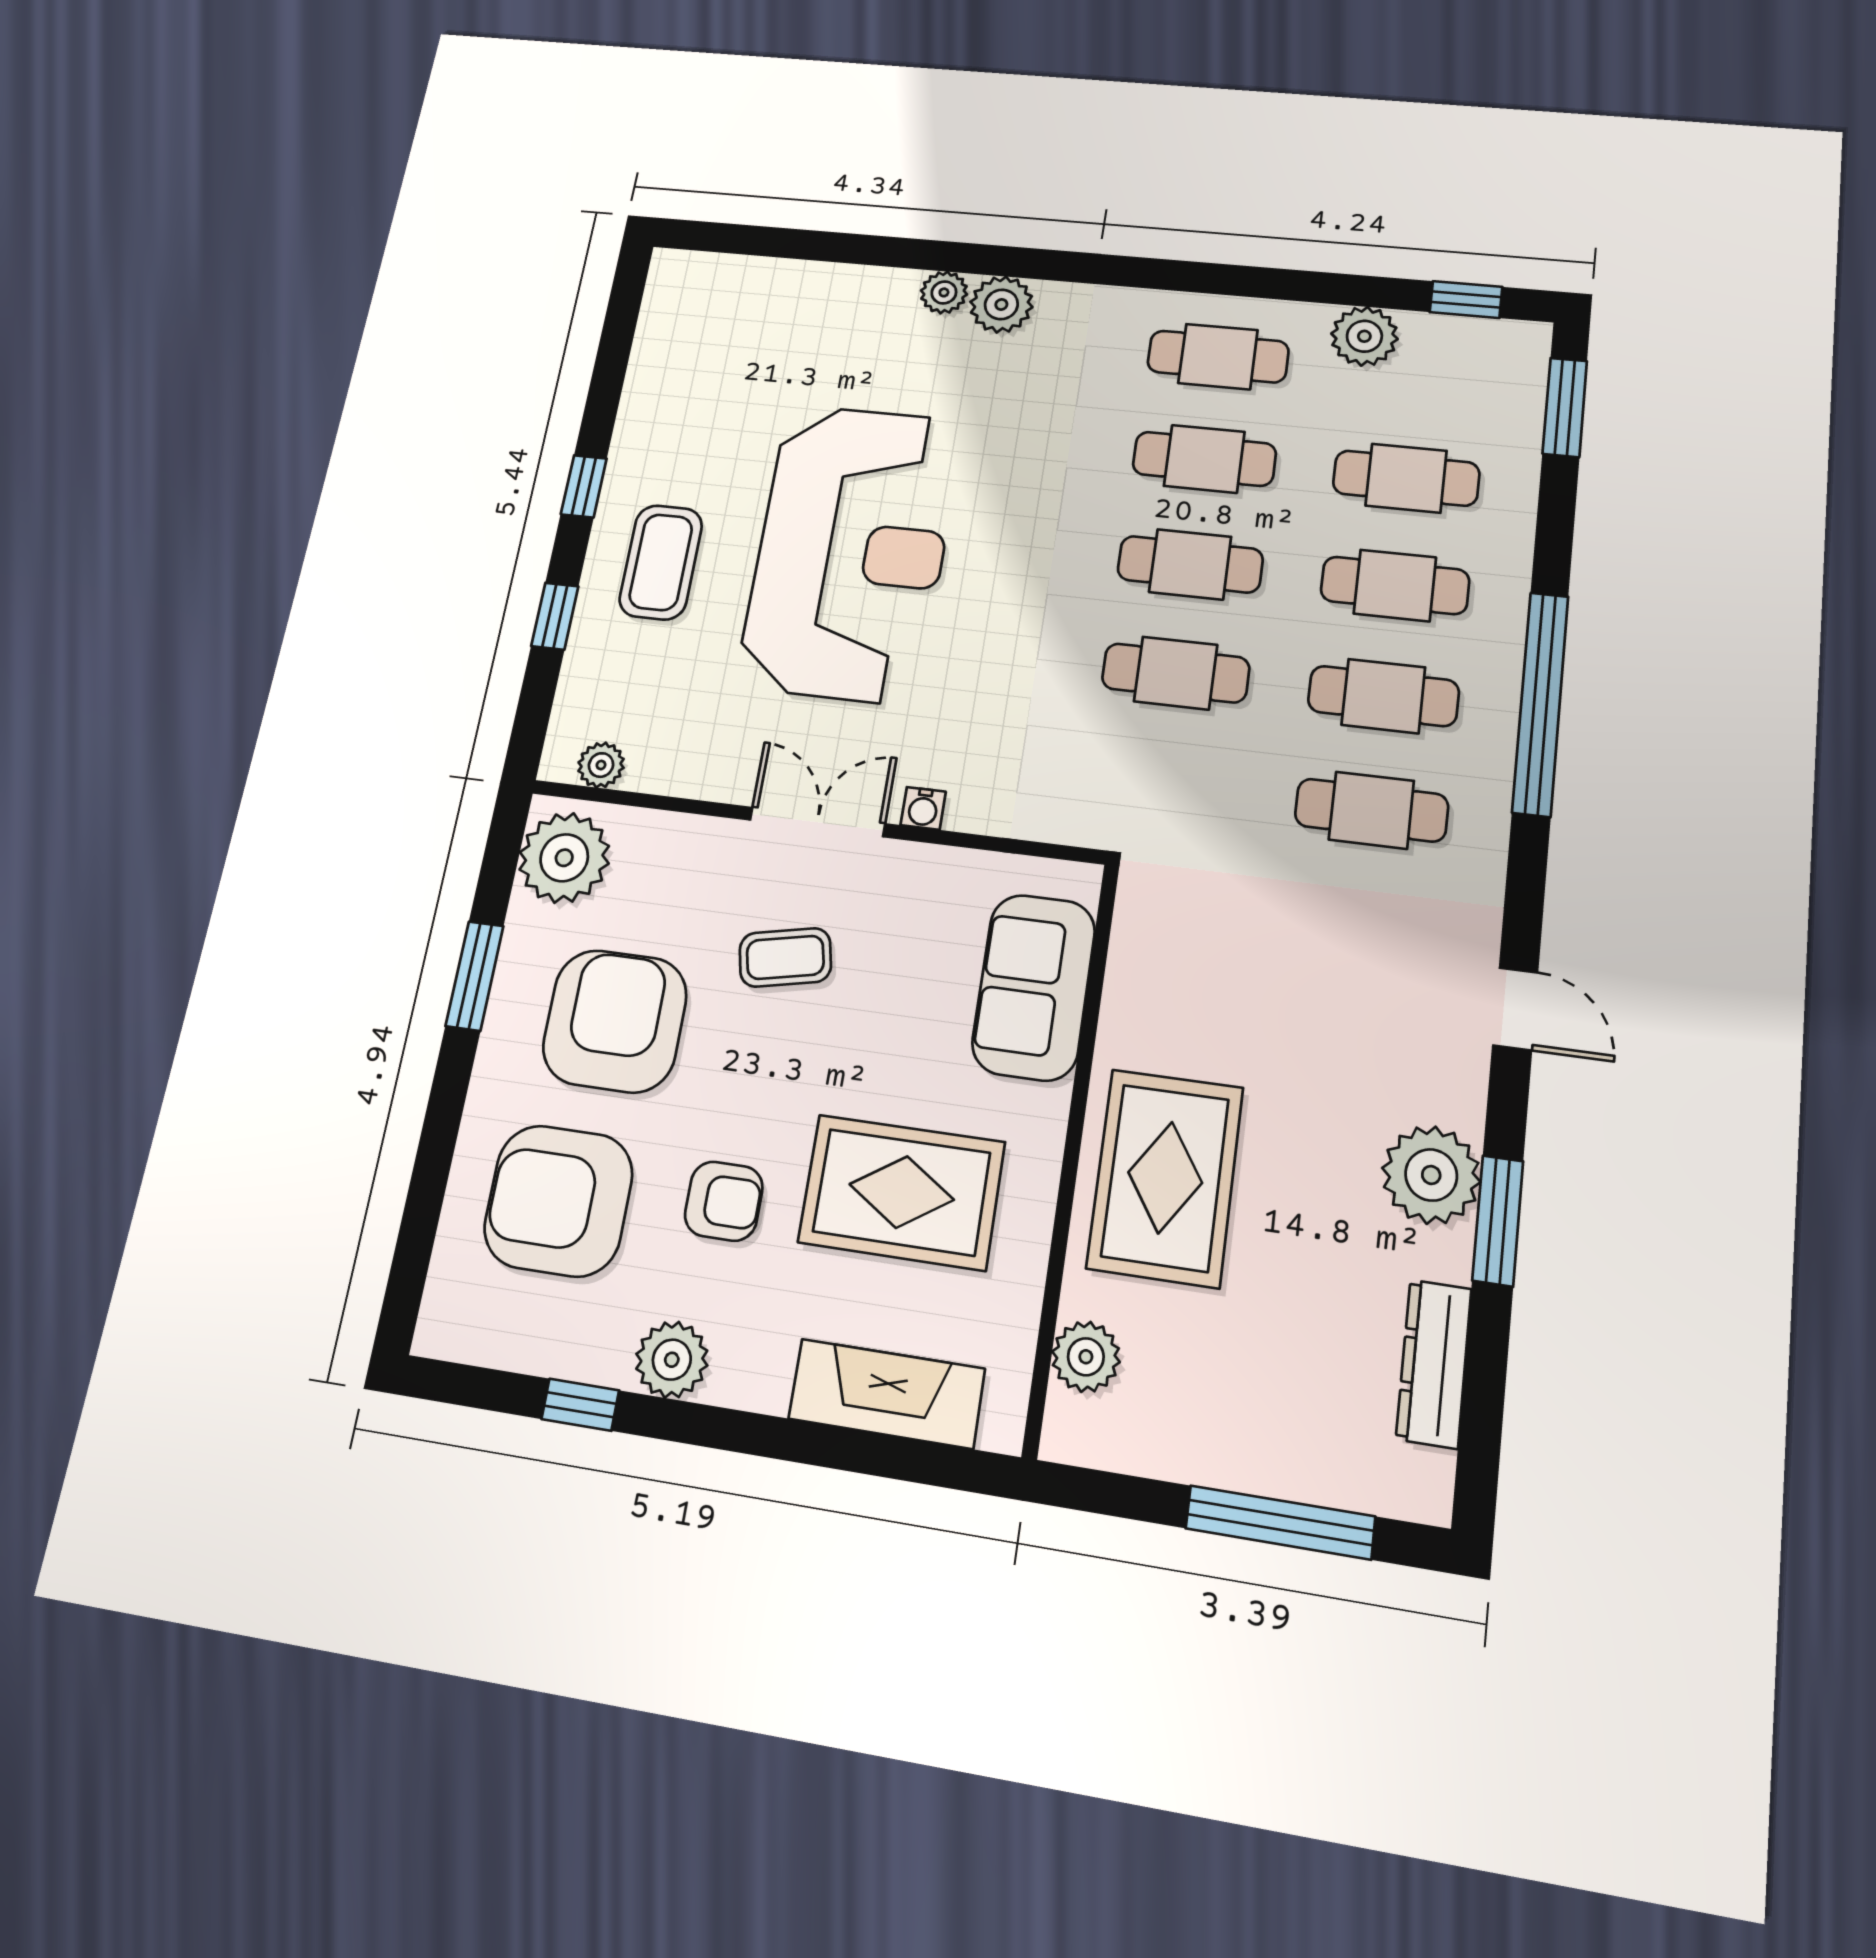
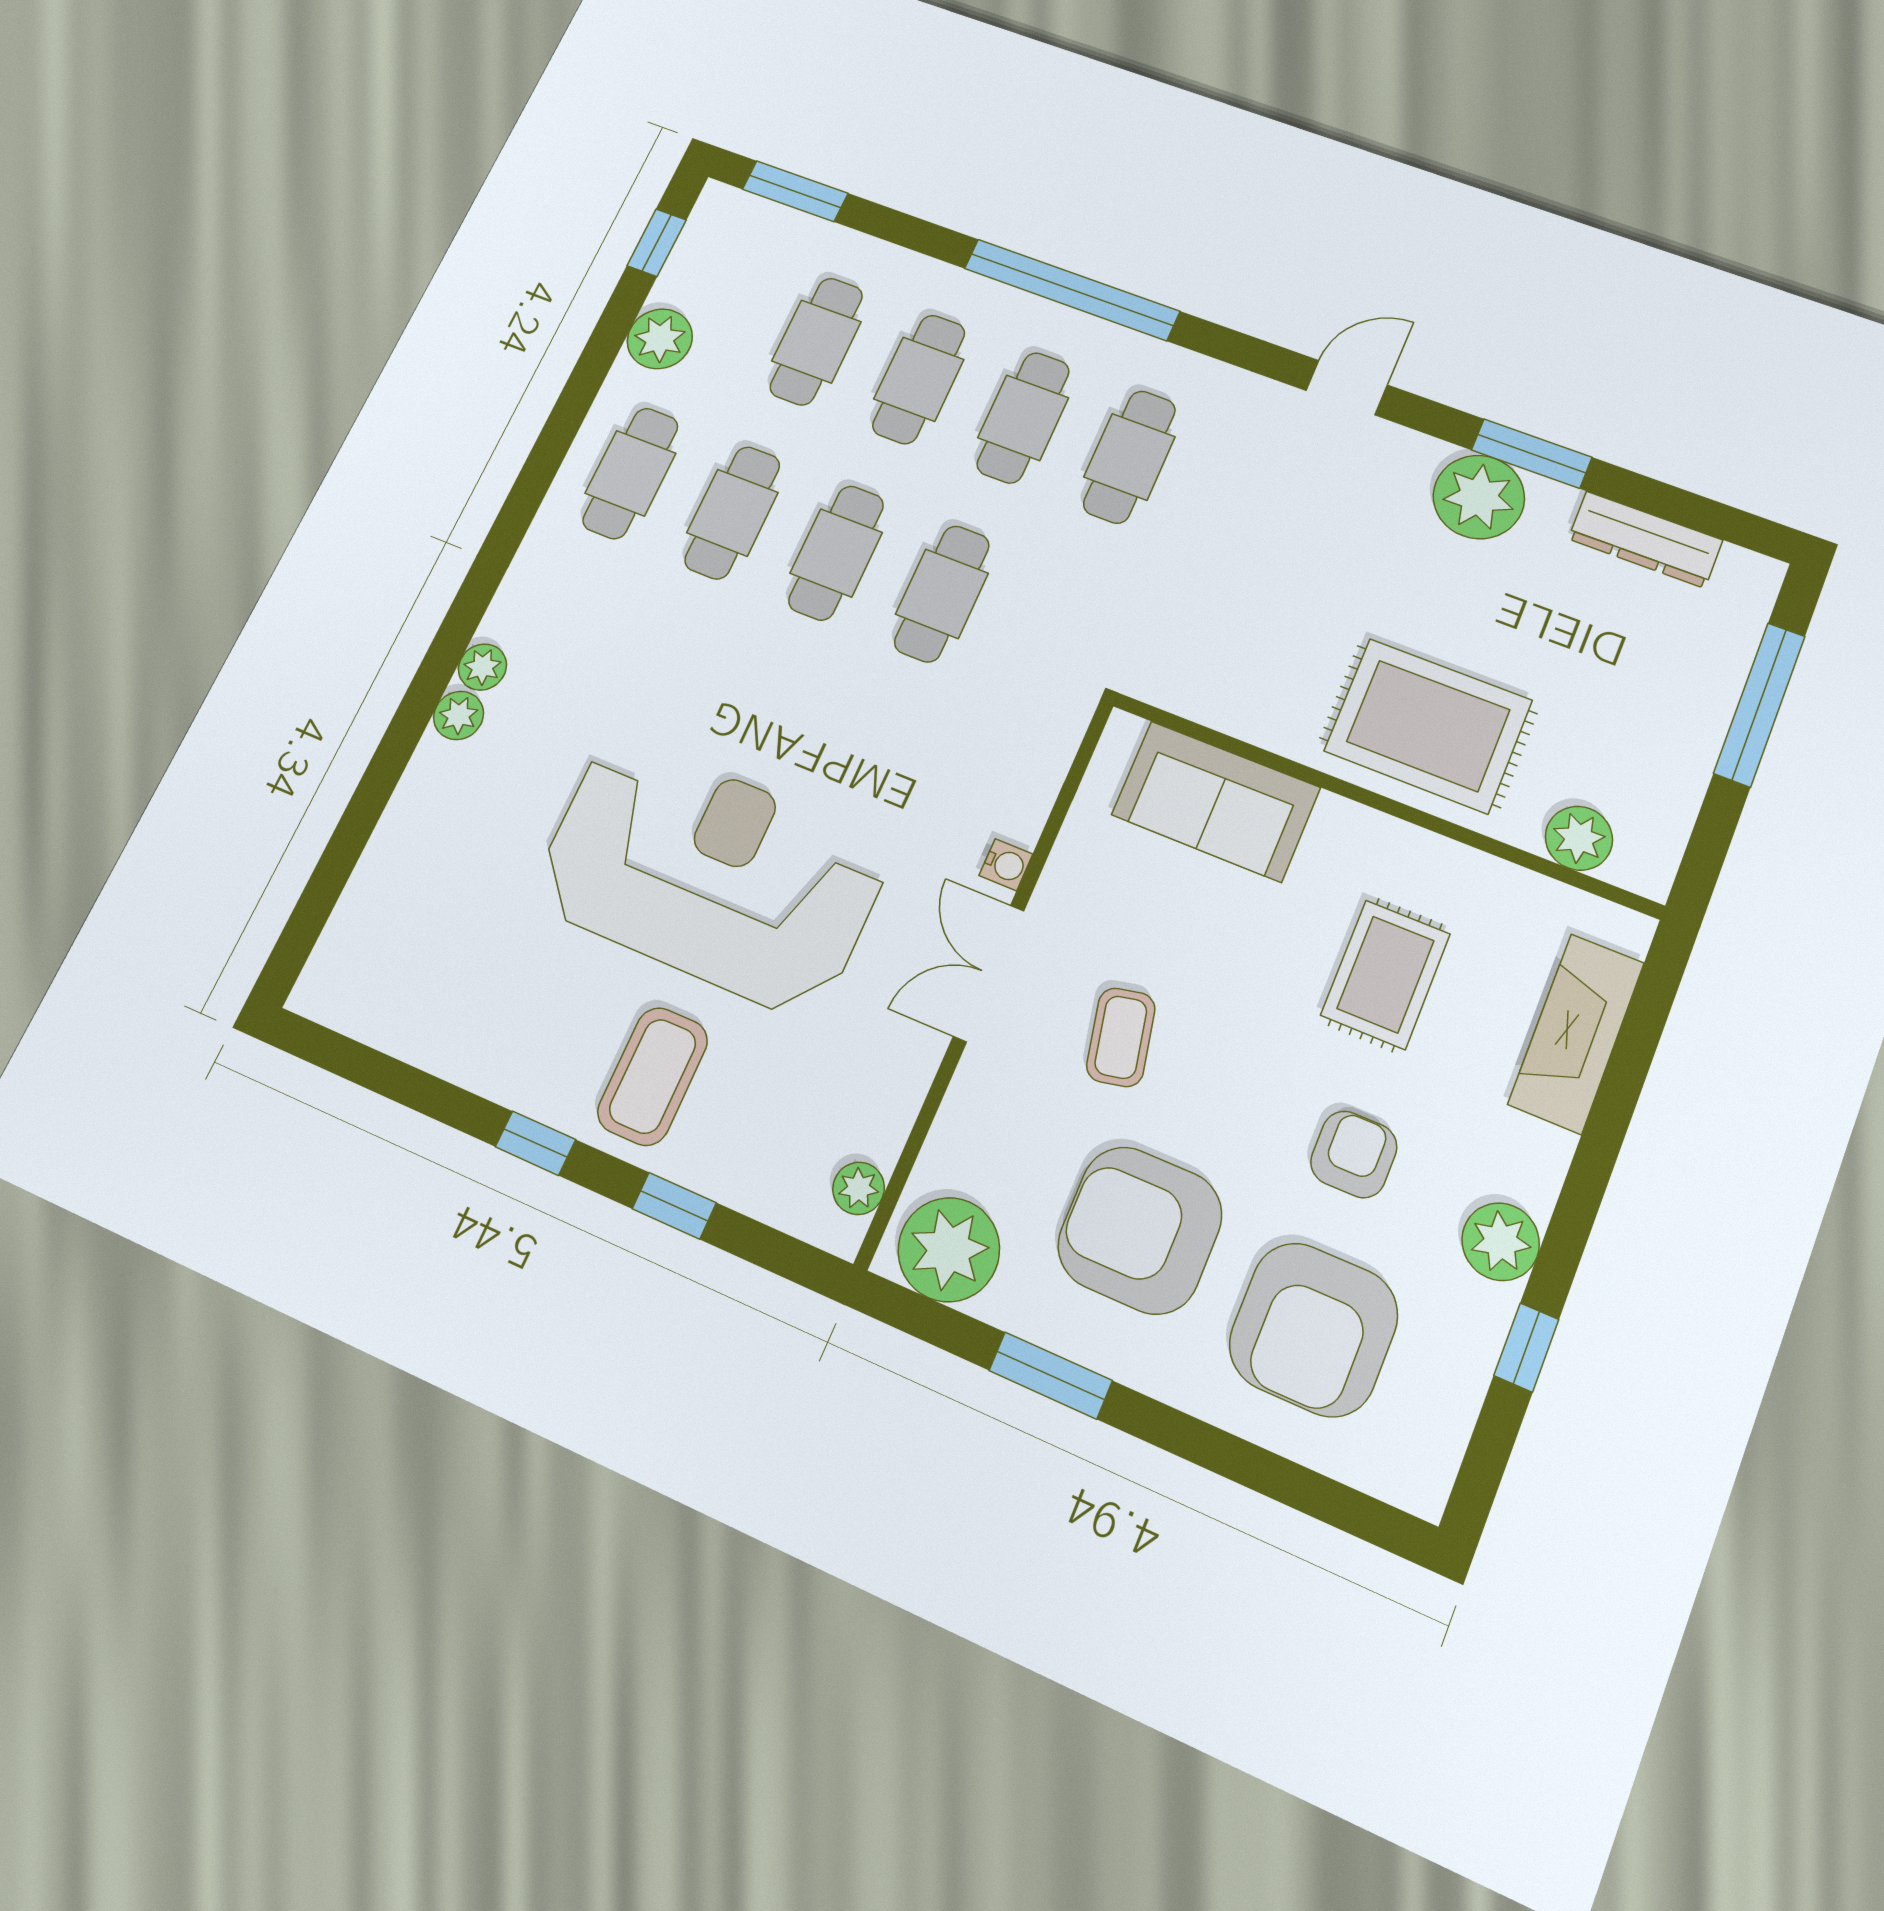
plant: (1001, 304) -> (482, 667), width x0.73, depth x0.73
coffee table: (661, 562) -> (653, 1076), turned 90
rug: (902, 1192) -> (1385, 974), width x0.73, depth x0.70

